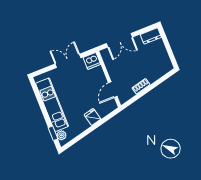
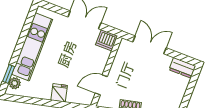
double door: (119, 40) -> (150, 45), swing flipped

